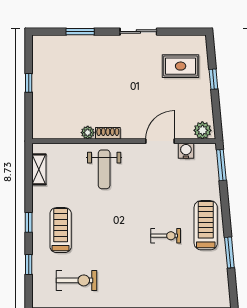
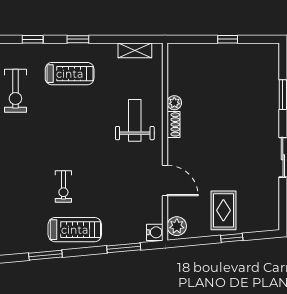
rug: (181, 66) -> (223, 210), moved
water cooler: (186, 151) -> (155, 232), moved
window: (221, 165) -> (124, 248), moved
weight bench: (104, 169) -> (135, 120), turned 90

